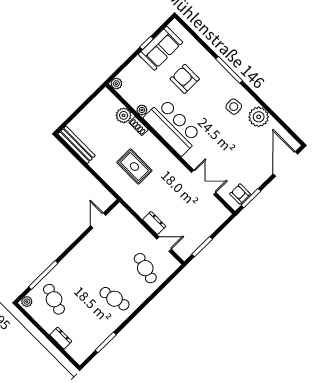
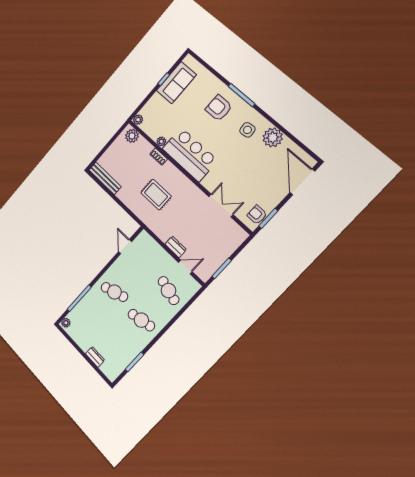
armchair: (185, 79) -> (219, 108), moved
plant: (124, 115) -> (132, 136), moved
cafe table: (54, 299) -> (114, 292), moved, turned -36

